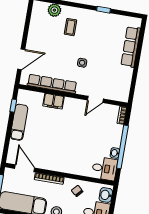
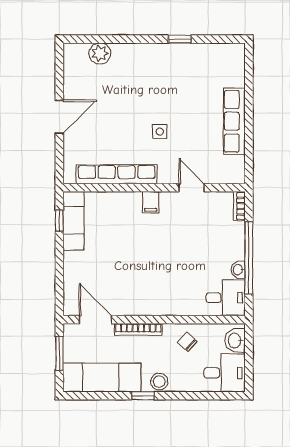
coffee table: (71, 27) -> (131, 77), removed
row of seats: (131, 47) -> (234, 121), moved
door: (21, 59) -> (59, 117), moved
door: (95, 99) -> (192, 188), swing flipped
filing cabinet: (53, 101) -> (151, 202), moved, width x0.50
exam couch: (19, 122) -> (73, 221), moved

